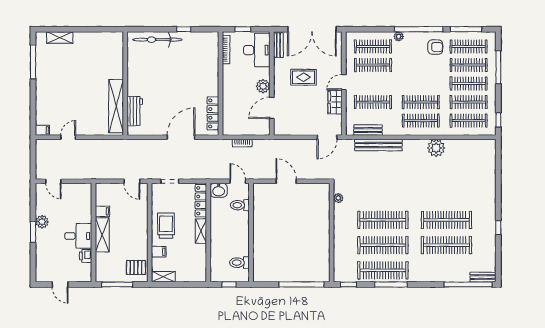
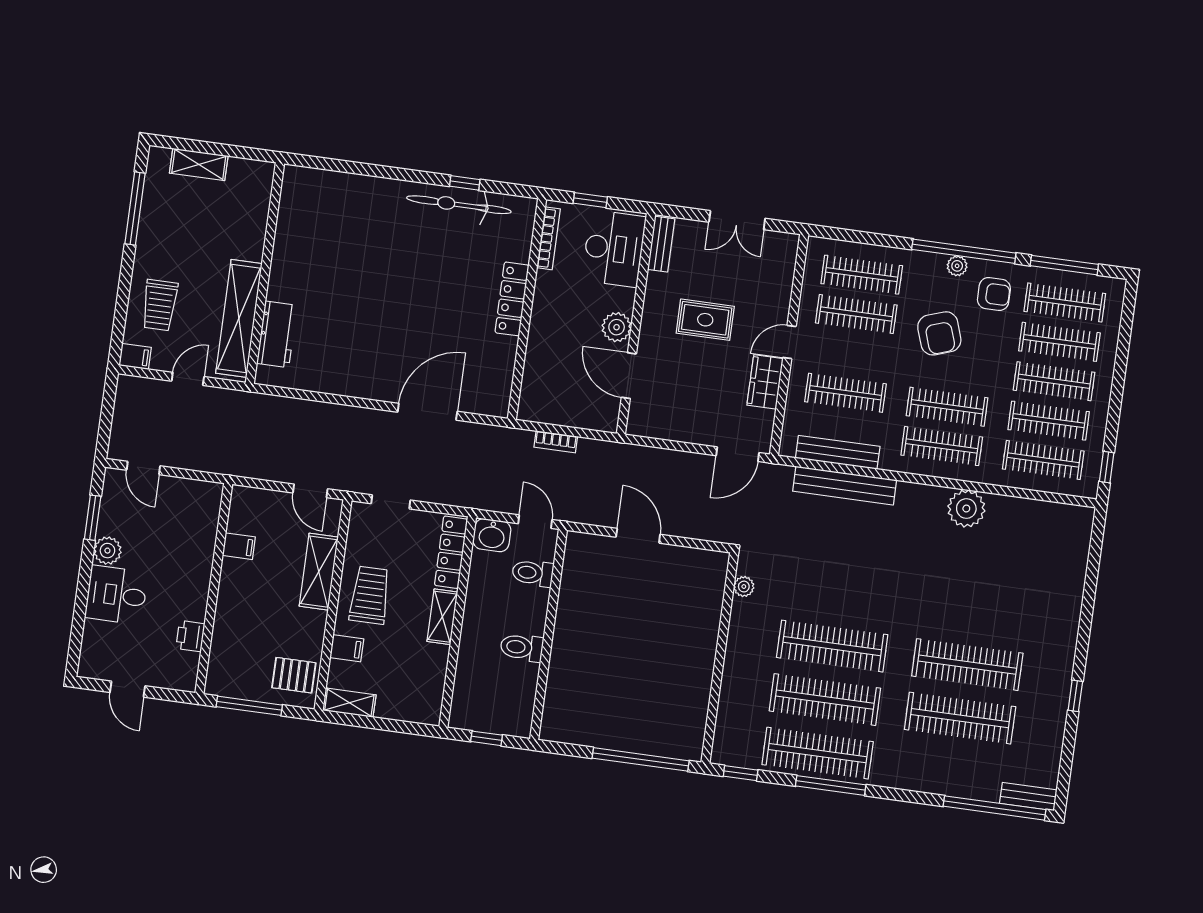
double door: (312, 29) -> (737, 220), width x0.54
plant: (399, 36) -> (957, 266), moved
bicycle: (157, 40) -> (459, 205), moved
window: (498, 67) -> (1122, 355), removed
armchair: (413, 69) -> (939, 333), added
wall: (125, 84) -> (265, 273), moved
trolley: (51, 105) -> (160, 305), added
shelving: (116, 106) -> (239, 318), moved
door: (272, 108) -> (629, 376), hinge flipped
workbench: (135, 111) -> (277, 334), moved
locker: (213, 113) -> (512, 299), moved
bench: (368, 130) -> (838, 452), width x1.36
window: (33, 232) -> (93, 518), moved
shelving: (102, 235) -> (319, 572), moved
desk: (78, 236) -> (116, 595), moved, turned 180
toilet: (239, 263) -> (522, 647), moved

